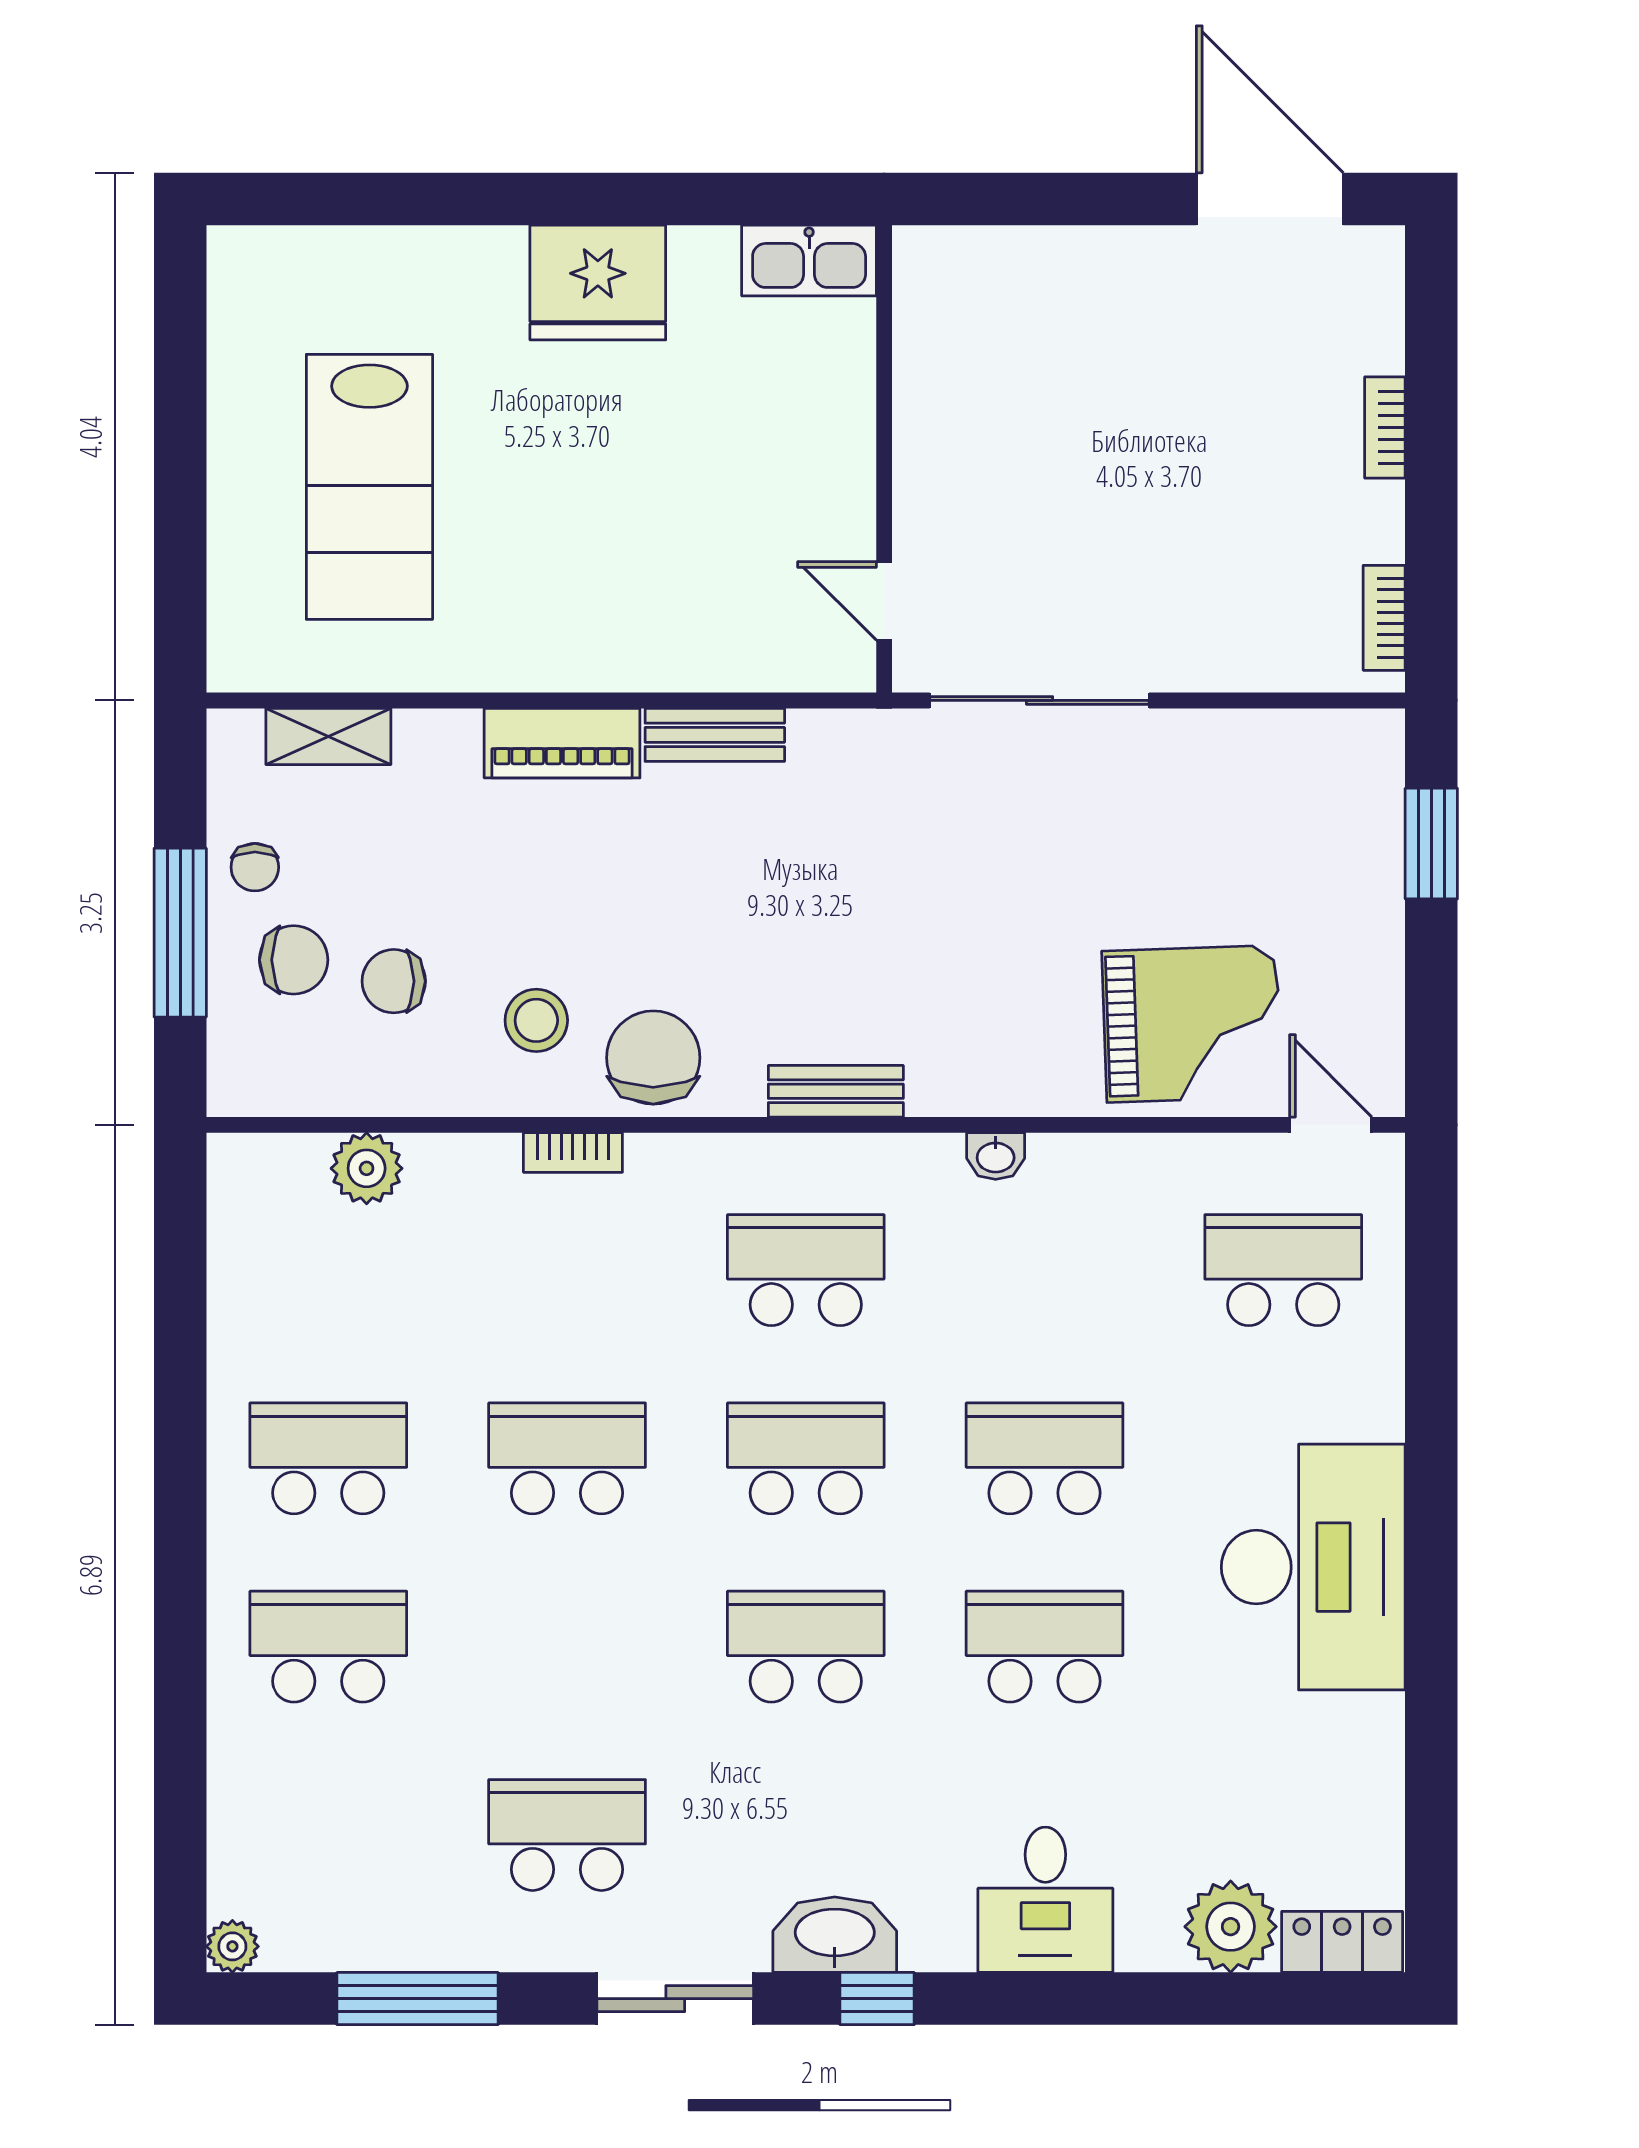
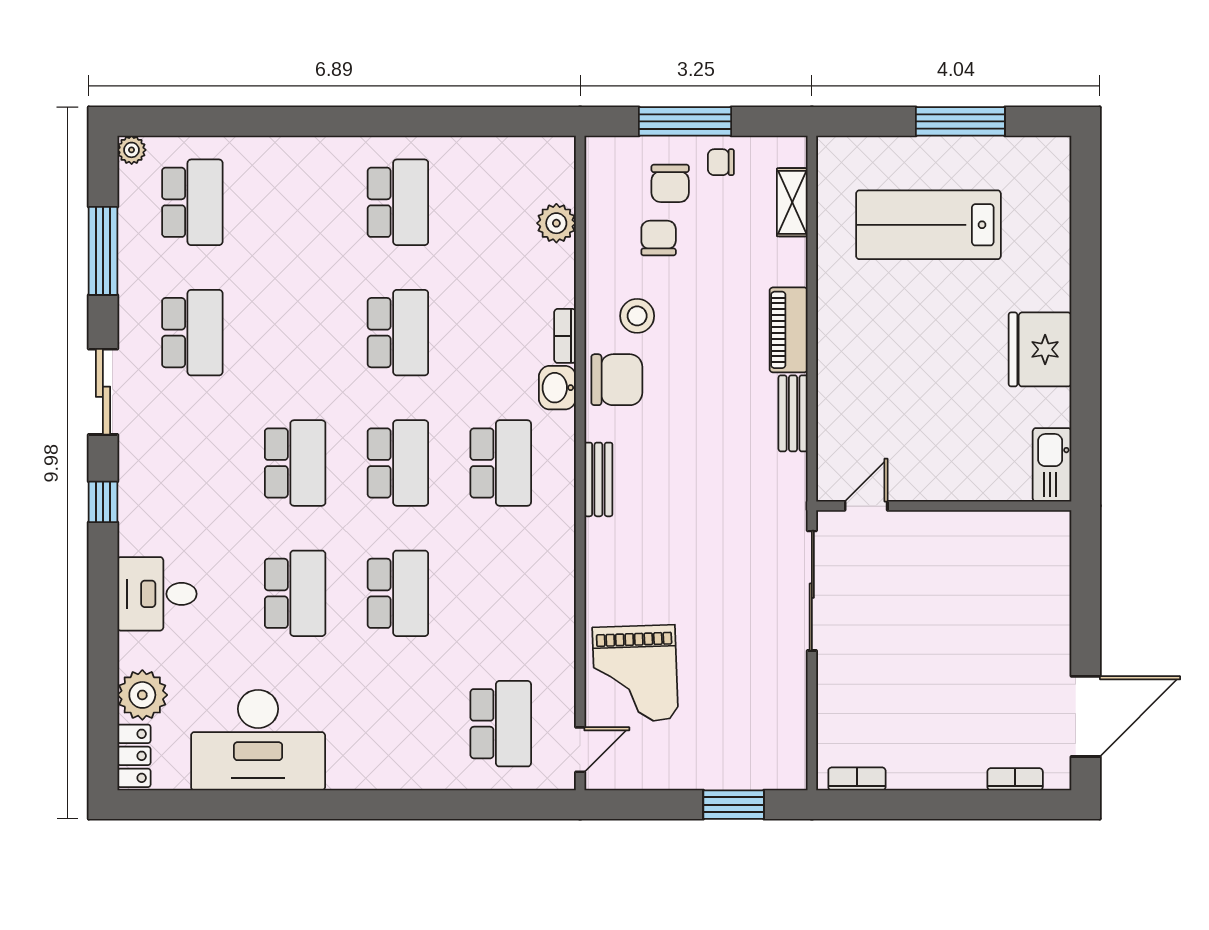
bookcase: (1385, 427) -> (1015, 779), moved
window: (180, 428) -> (960, 121), added
washbasin: (996, 1156) -> (557, 388), moved, width x1.38, depth x1.45
desk: (1313, 1567) -> (258, 740), moved
school desk: (328, 1647) -> (192, 202), moved
washbasin: (835, 1935) -> (138, 479), removed

